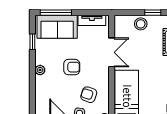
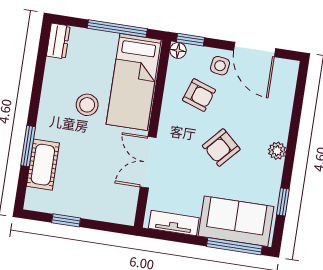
stool: (141, 24) -> (87, 105), moved
armchair: (72, 67) -> (221, 148), turned -48

